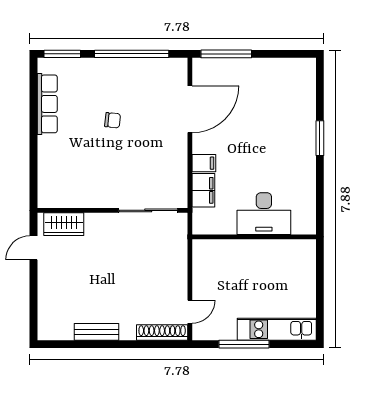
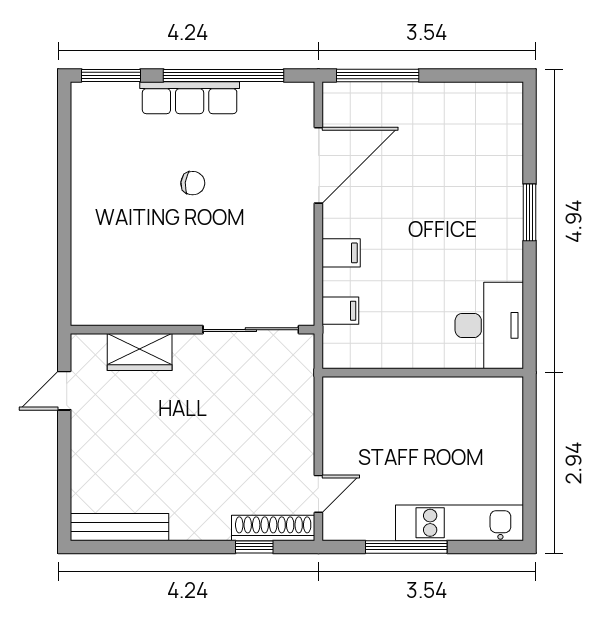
row of seats: (47, 104) -> (190, 98), moved, turned 90
filing cabinet: (203, 190) -> (340, 311), width x0.50
desk: (264, 214) -> (489, 325), moved, turned -90
wardrobe: (64, 224) -> (140, 352), moved
bench: (97, 332) -> (119, 527), moved, width x1.36
window: (150, 344) -> (254, 547), added

